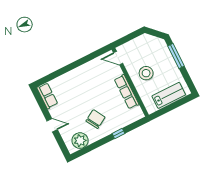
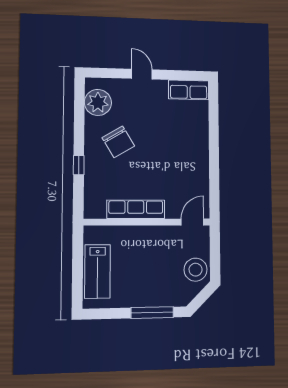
stool: (146, 73) -> (196, 270), moved
door: (52, 125) -> (142, 74), swing flipped

